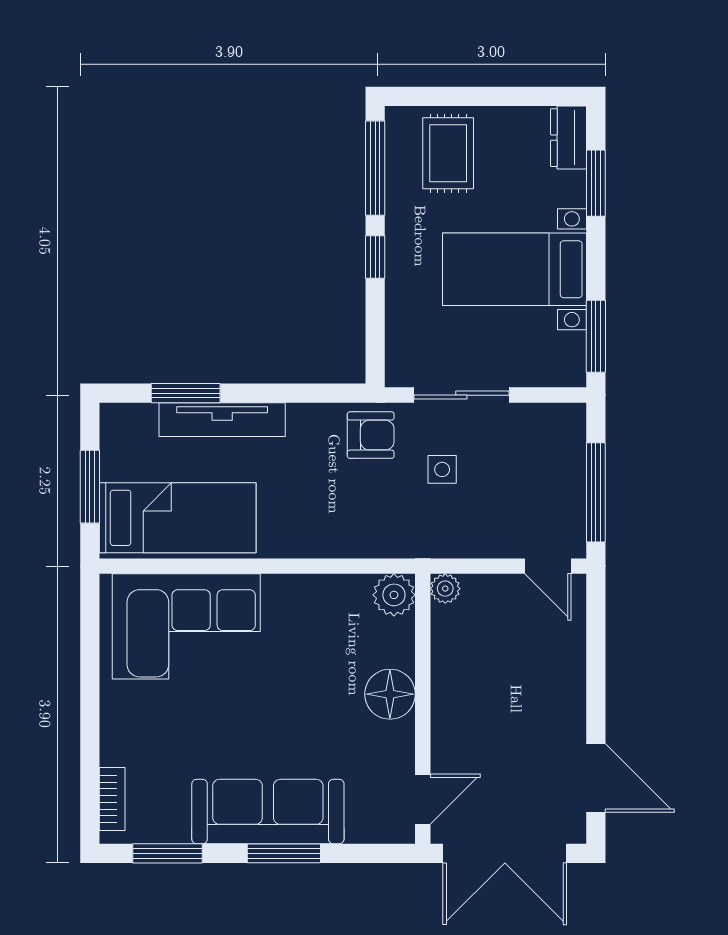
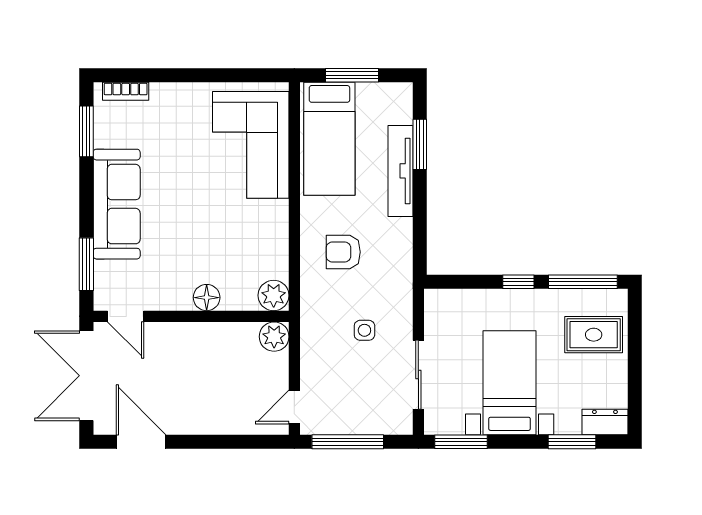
sliding door: (461, 395) -> (418, 375), moved
armchair: (371, 435) -> (343, 252), moved, turned 90
plant: (445, 589) -> (274, 337), width x1.38, depth x1.38
floor lamp: (390, 694) -> (207, 298), width x0.73, depth x0.73
door: (596, 778) -> (141, 442), swing flipped
window: (284, 853) -> (86, 264), moved

